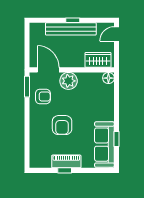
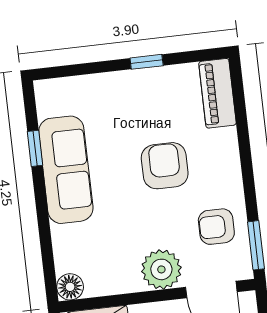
sofa: (104, 145) -> (66, 170), moved
piano: (66, 161) -> (217, 93), moved, turned 90

